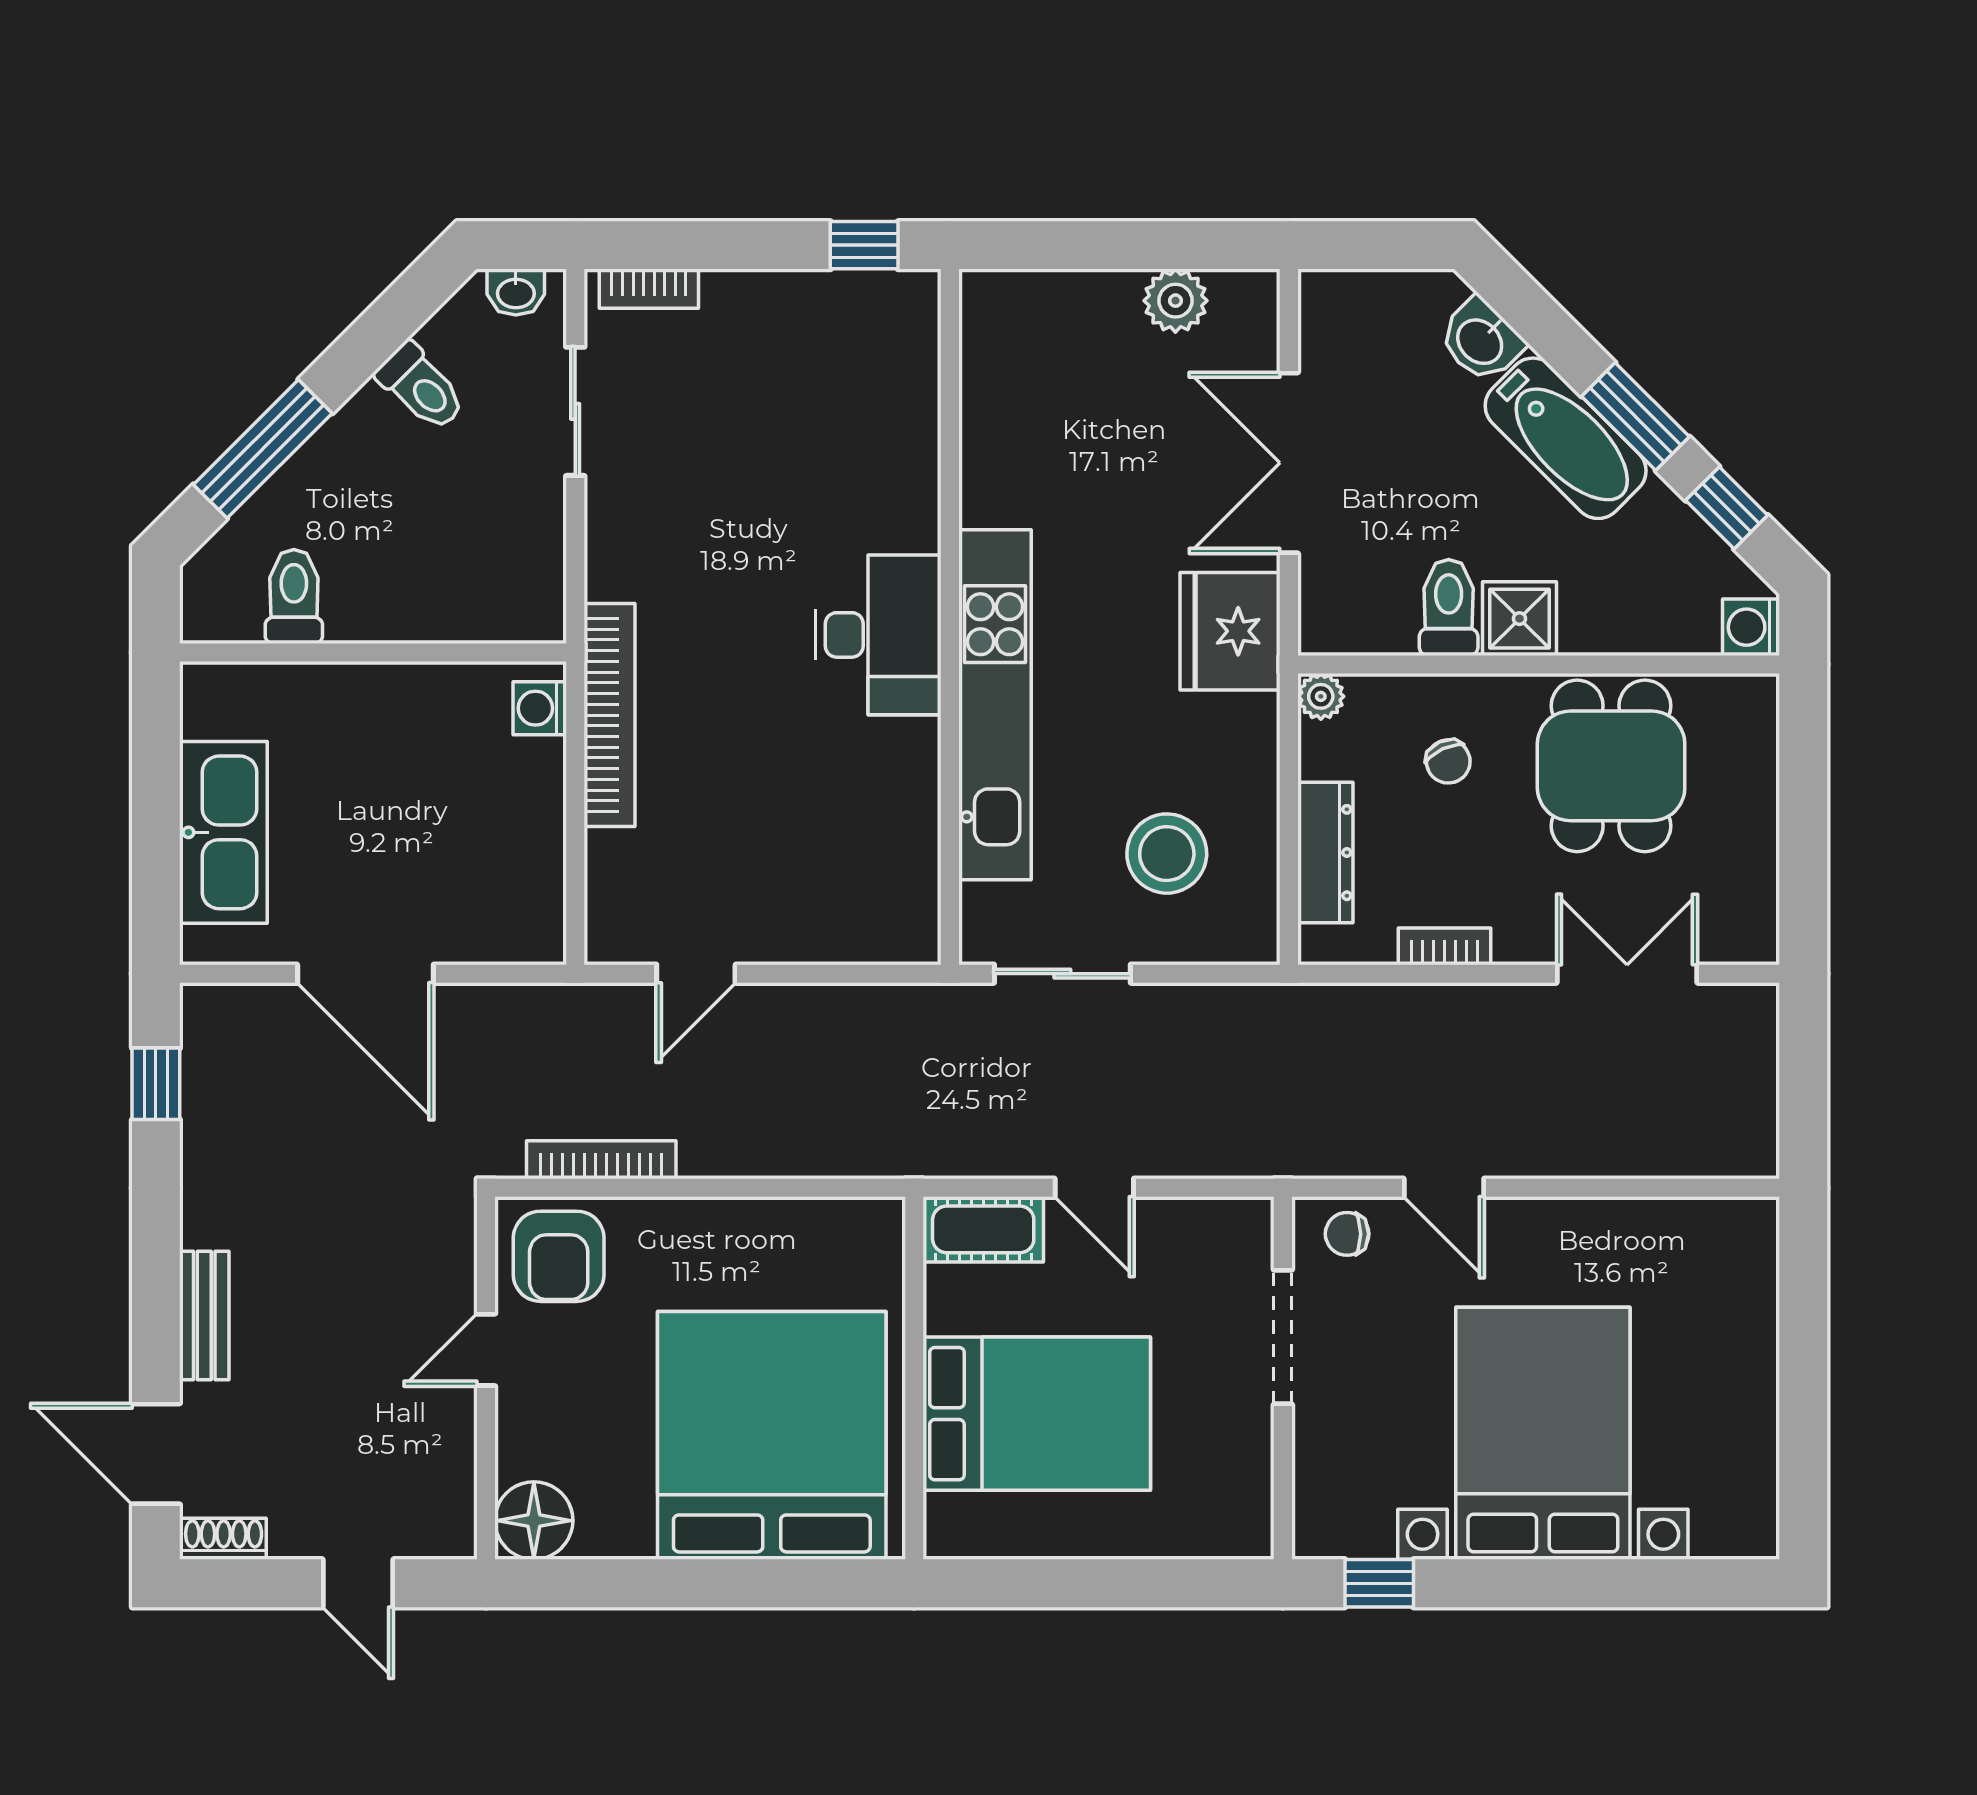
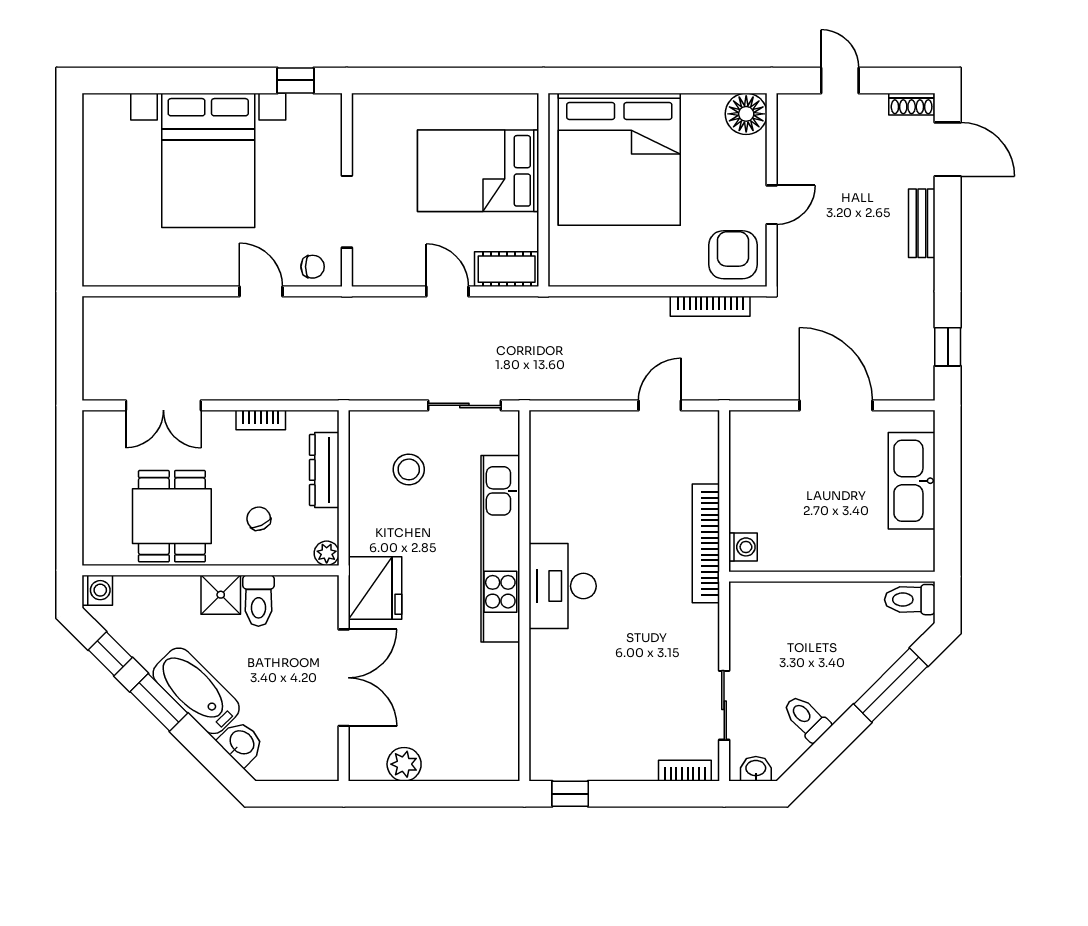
toilet: (294, 597) -> (910, 600), moved, turned 90
stool: (1167, 854) -> (409, 469), width x0.73, depth x0.73

